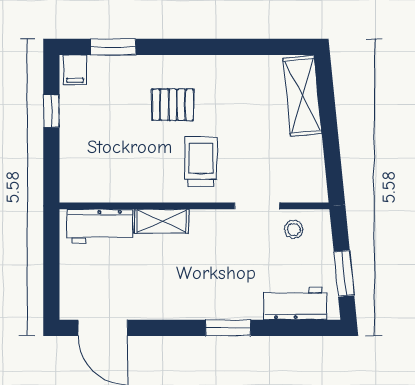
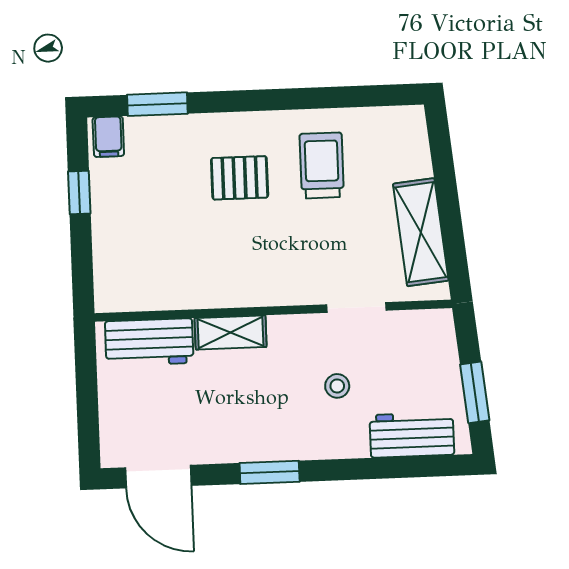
shelving: (302, 96) -> (421, 232), moved
trolley: (201, 162) -> (322, 165), moved
stool: (294, 229) -> (337, 386), moved
window: (228, 328) -> (270, 472), moved

